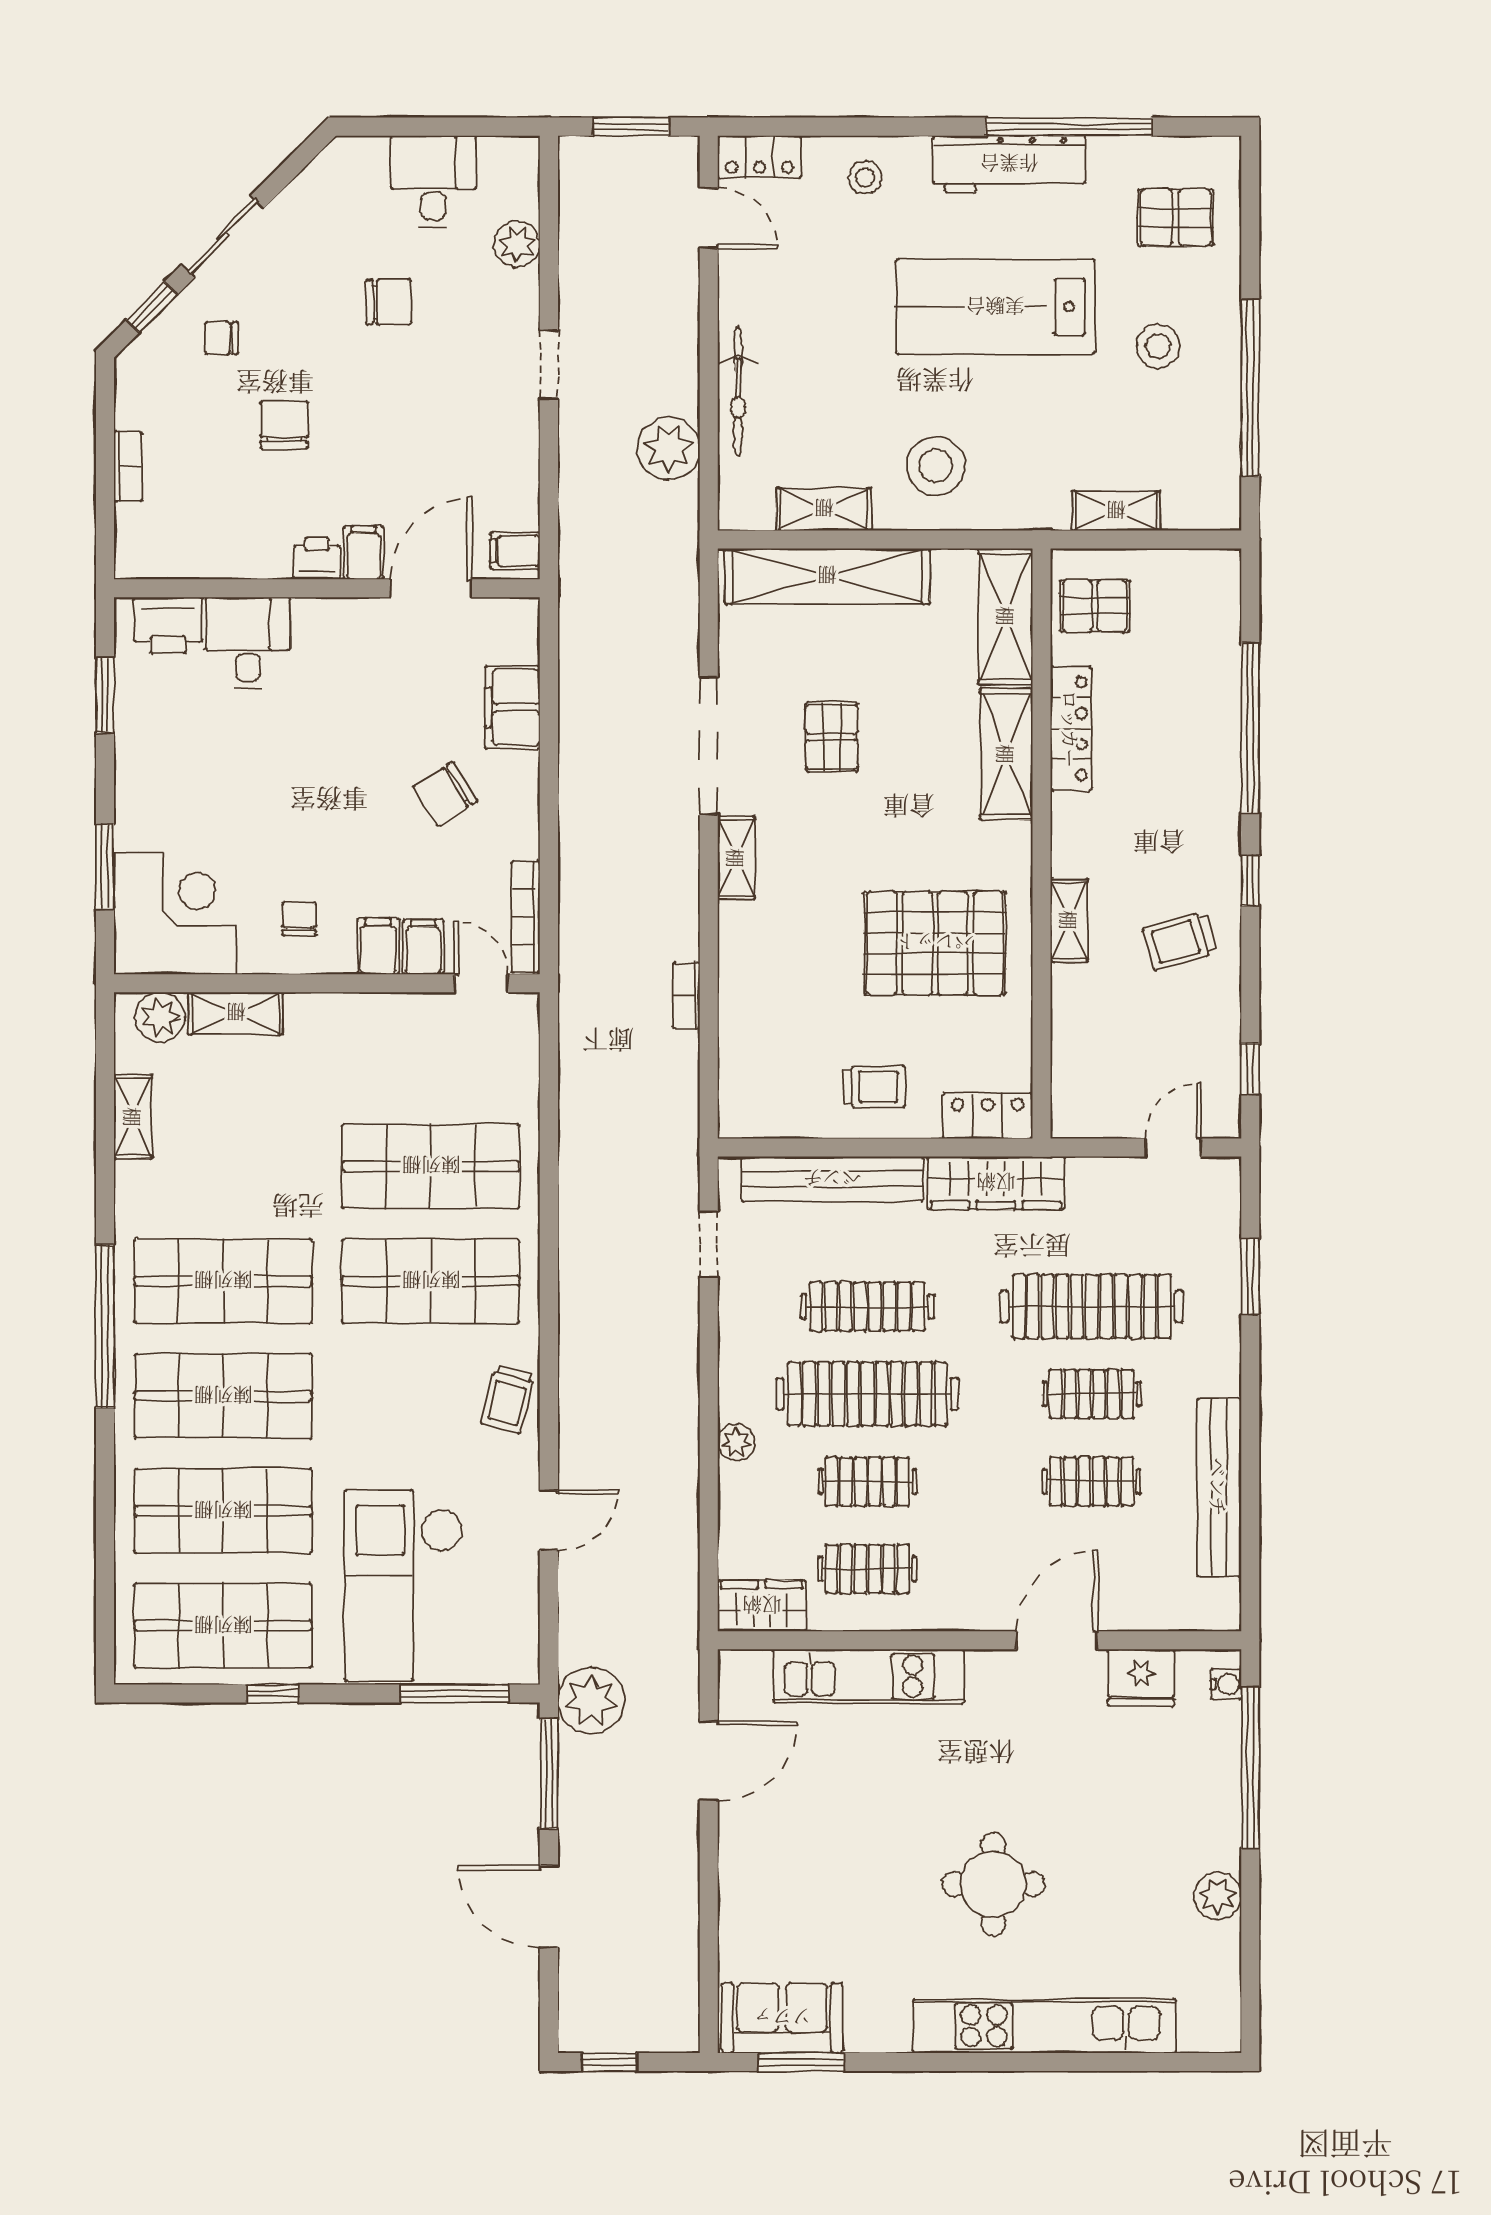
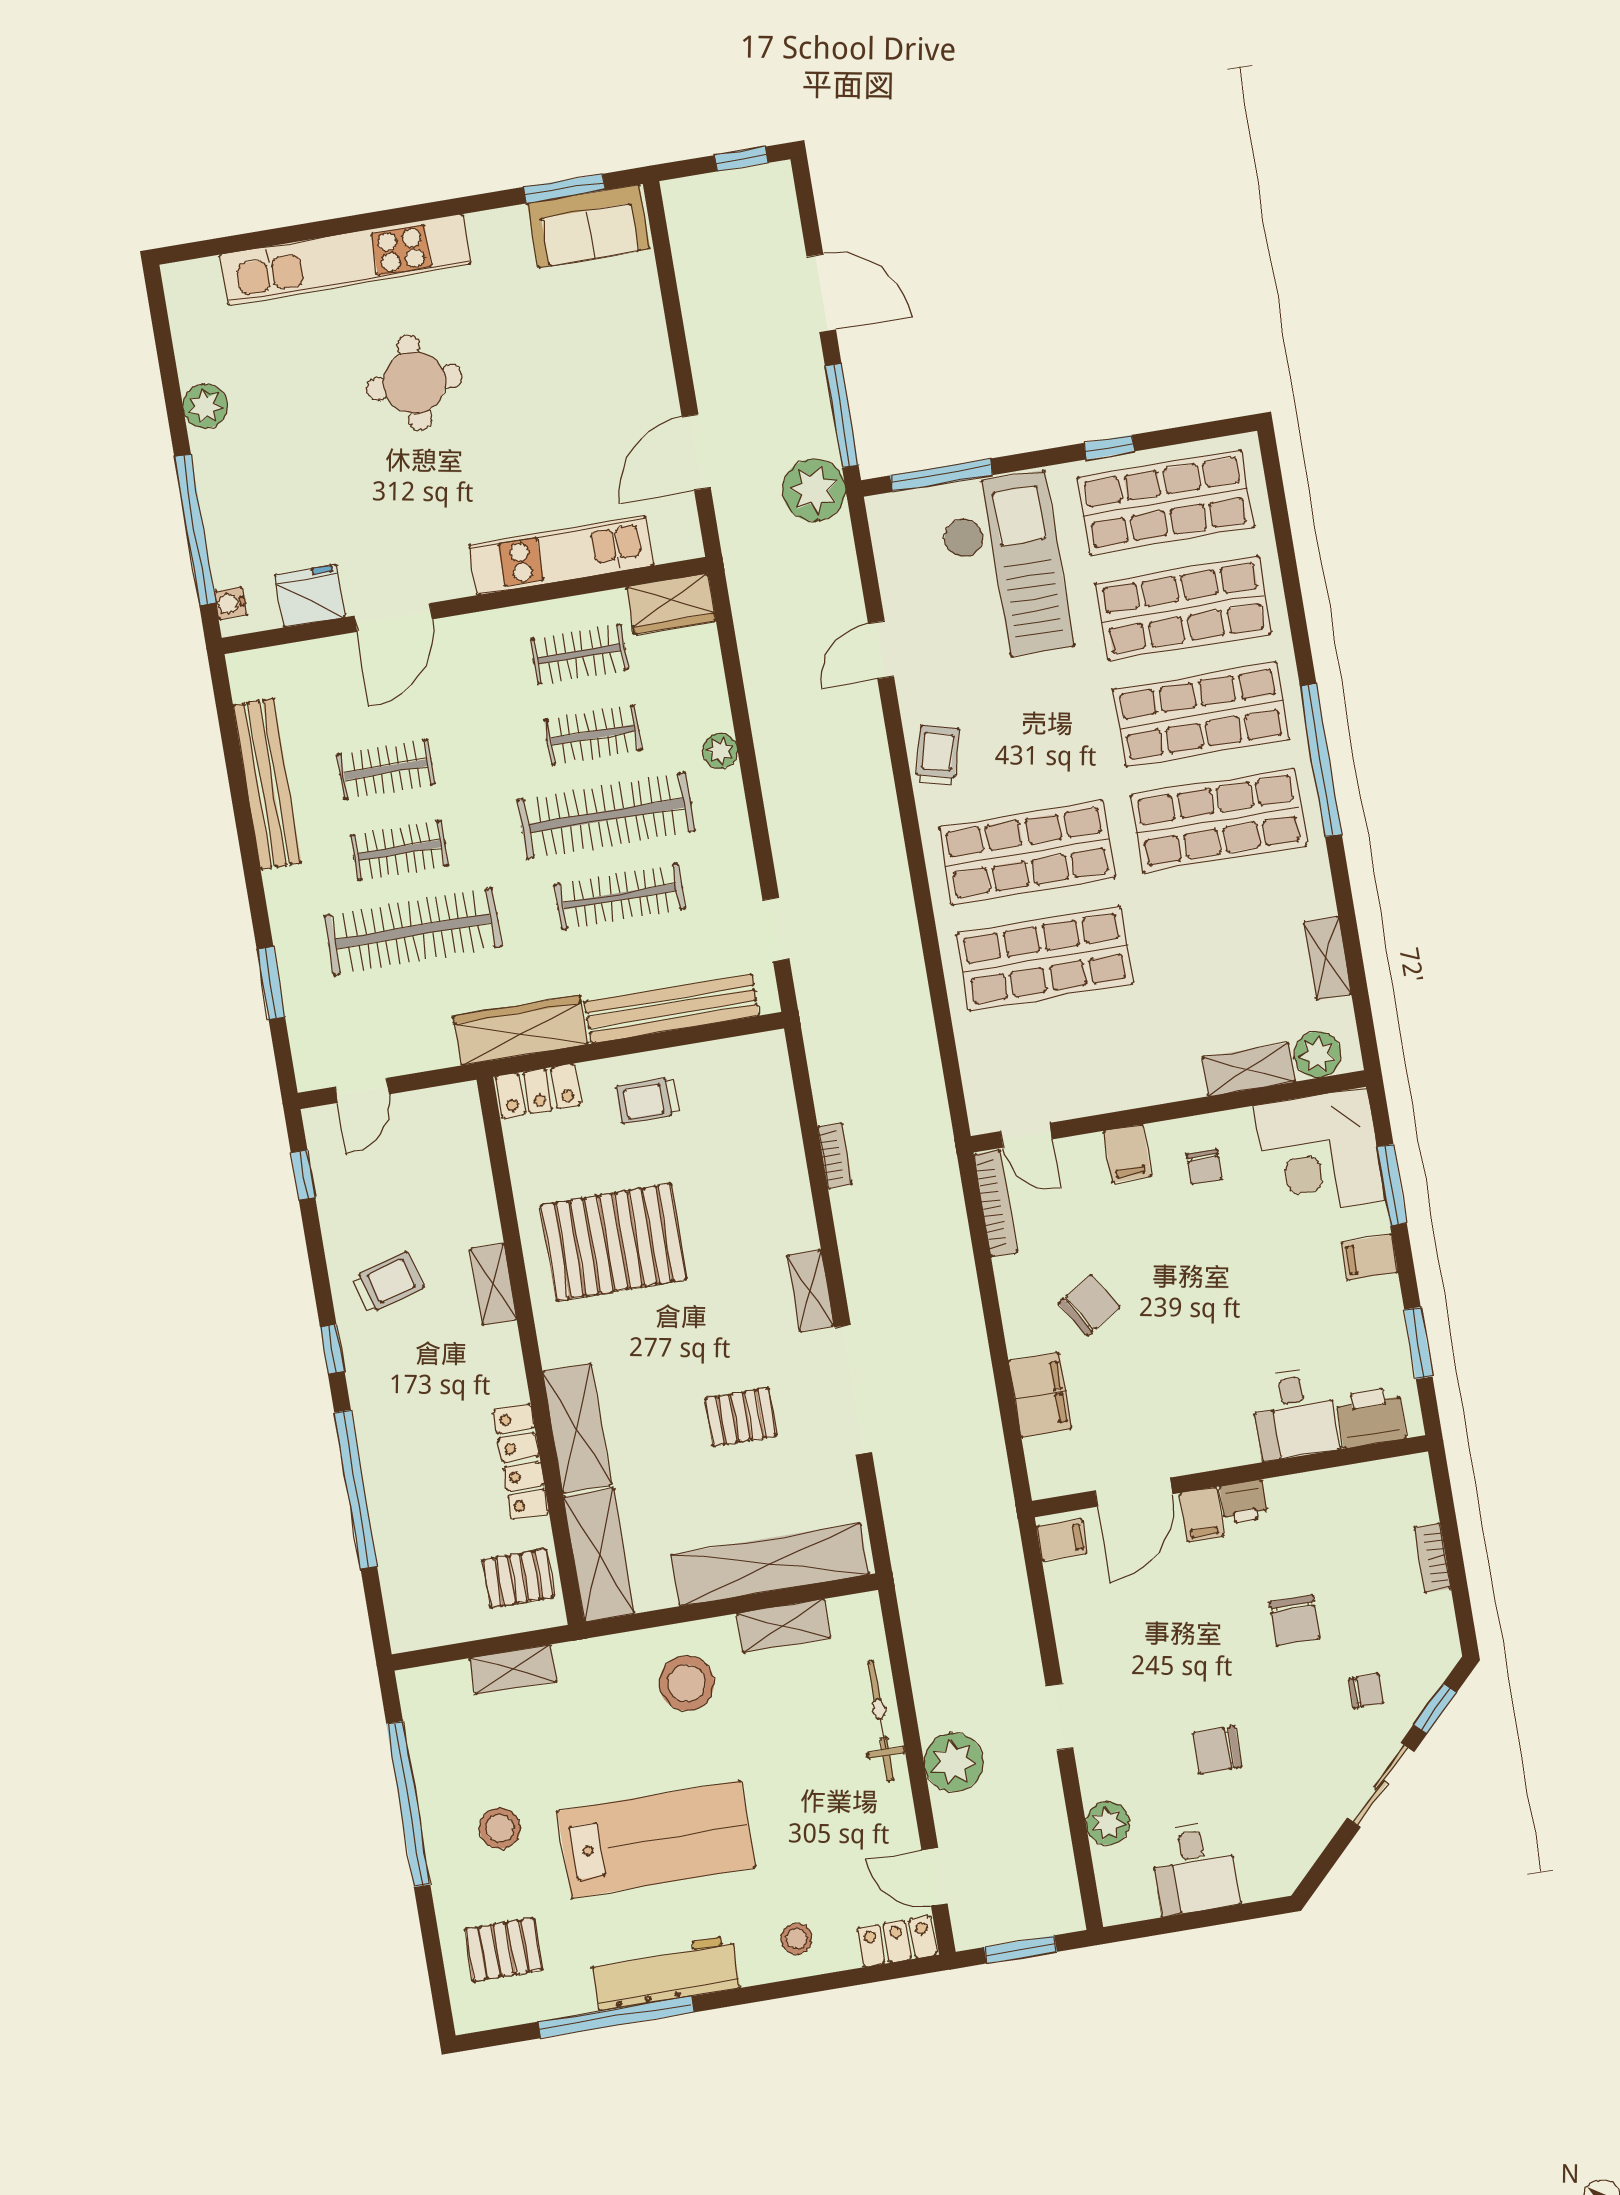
plant: (668, 448) -> (954, 1762), moved
pallet: (832, 737) -> (741, 1417), turned 90
filing cabinet: (423, 947) -> (1370, 1257), moved, turned 90

